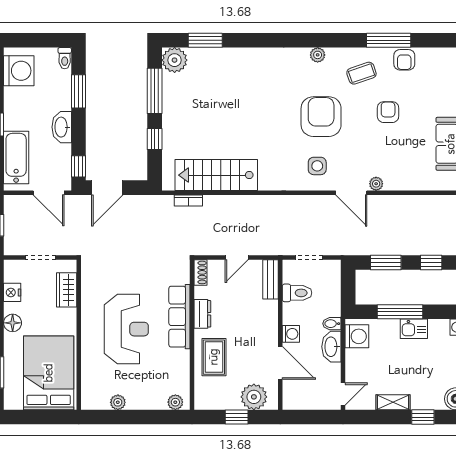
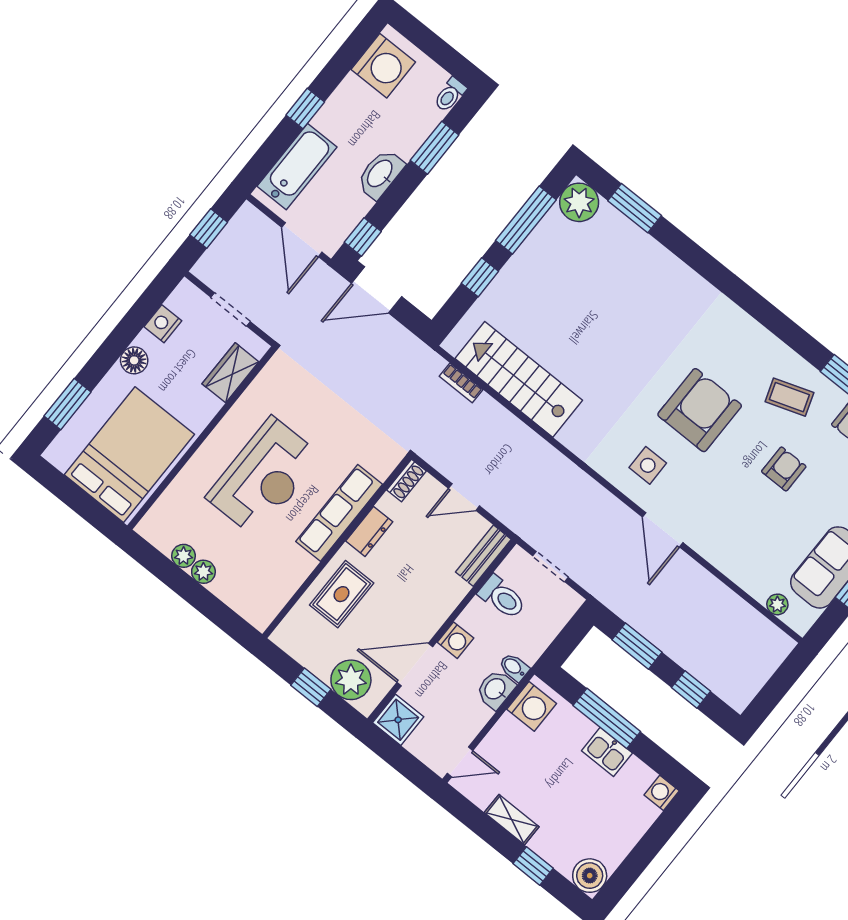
plant: (318, 55) -> (755, 333), removed
plant: (376, 184) -> (777, 604), moved
washbasin: (331, 347) -> (496, 689), width x0.72
door: (280, 363) -> (415, 664), swing flipped
shower: (294, 398) -> (398, 720), added
plant: (175, 402) -> (203, 572), moved

